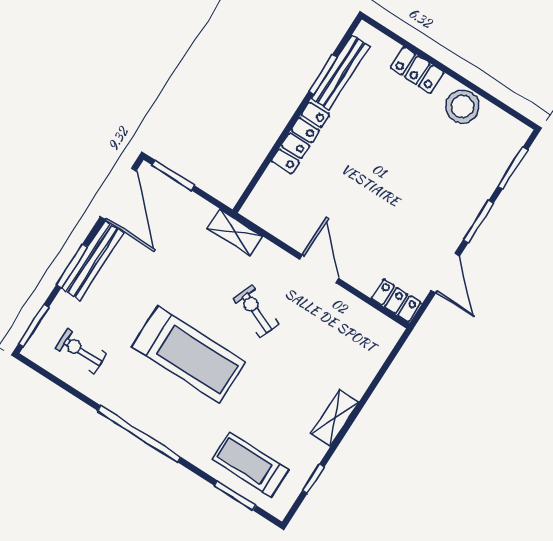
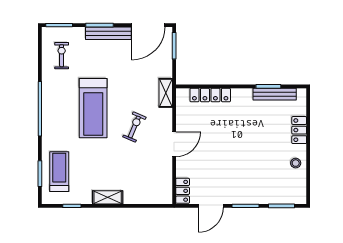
stool: (463, 107) -> (296, 163), width x0.53, depth x0.53
locker: (300, 138) -> (210, 95), moved

